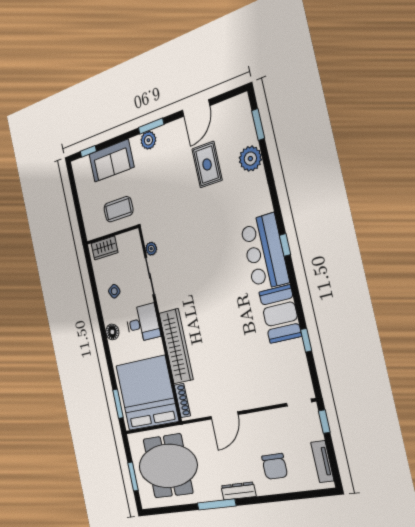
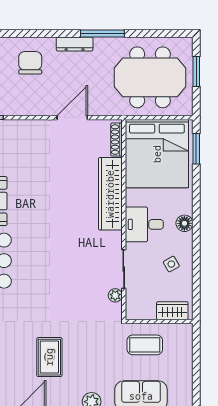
rug: (207, 164) -> (49, 357), moved

